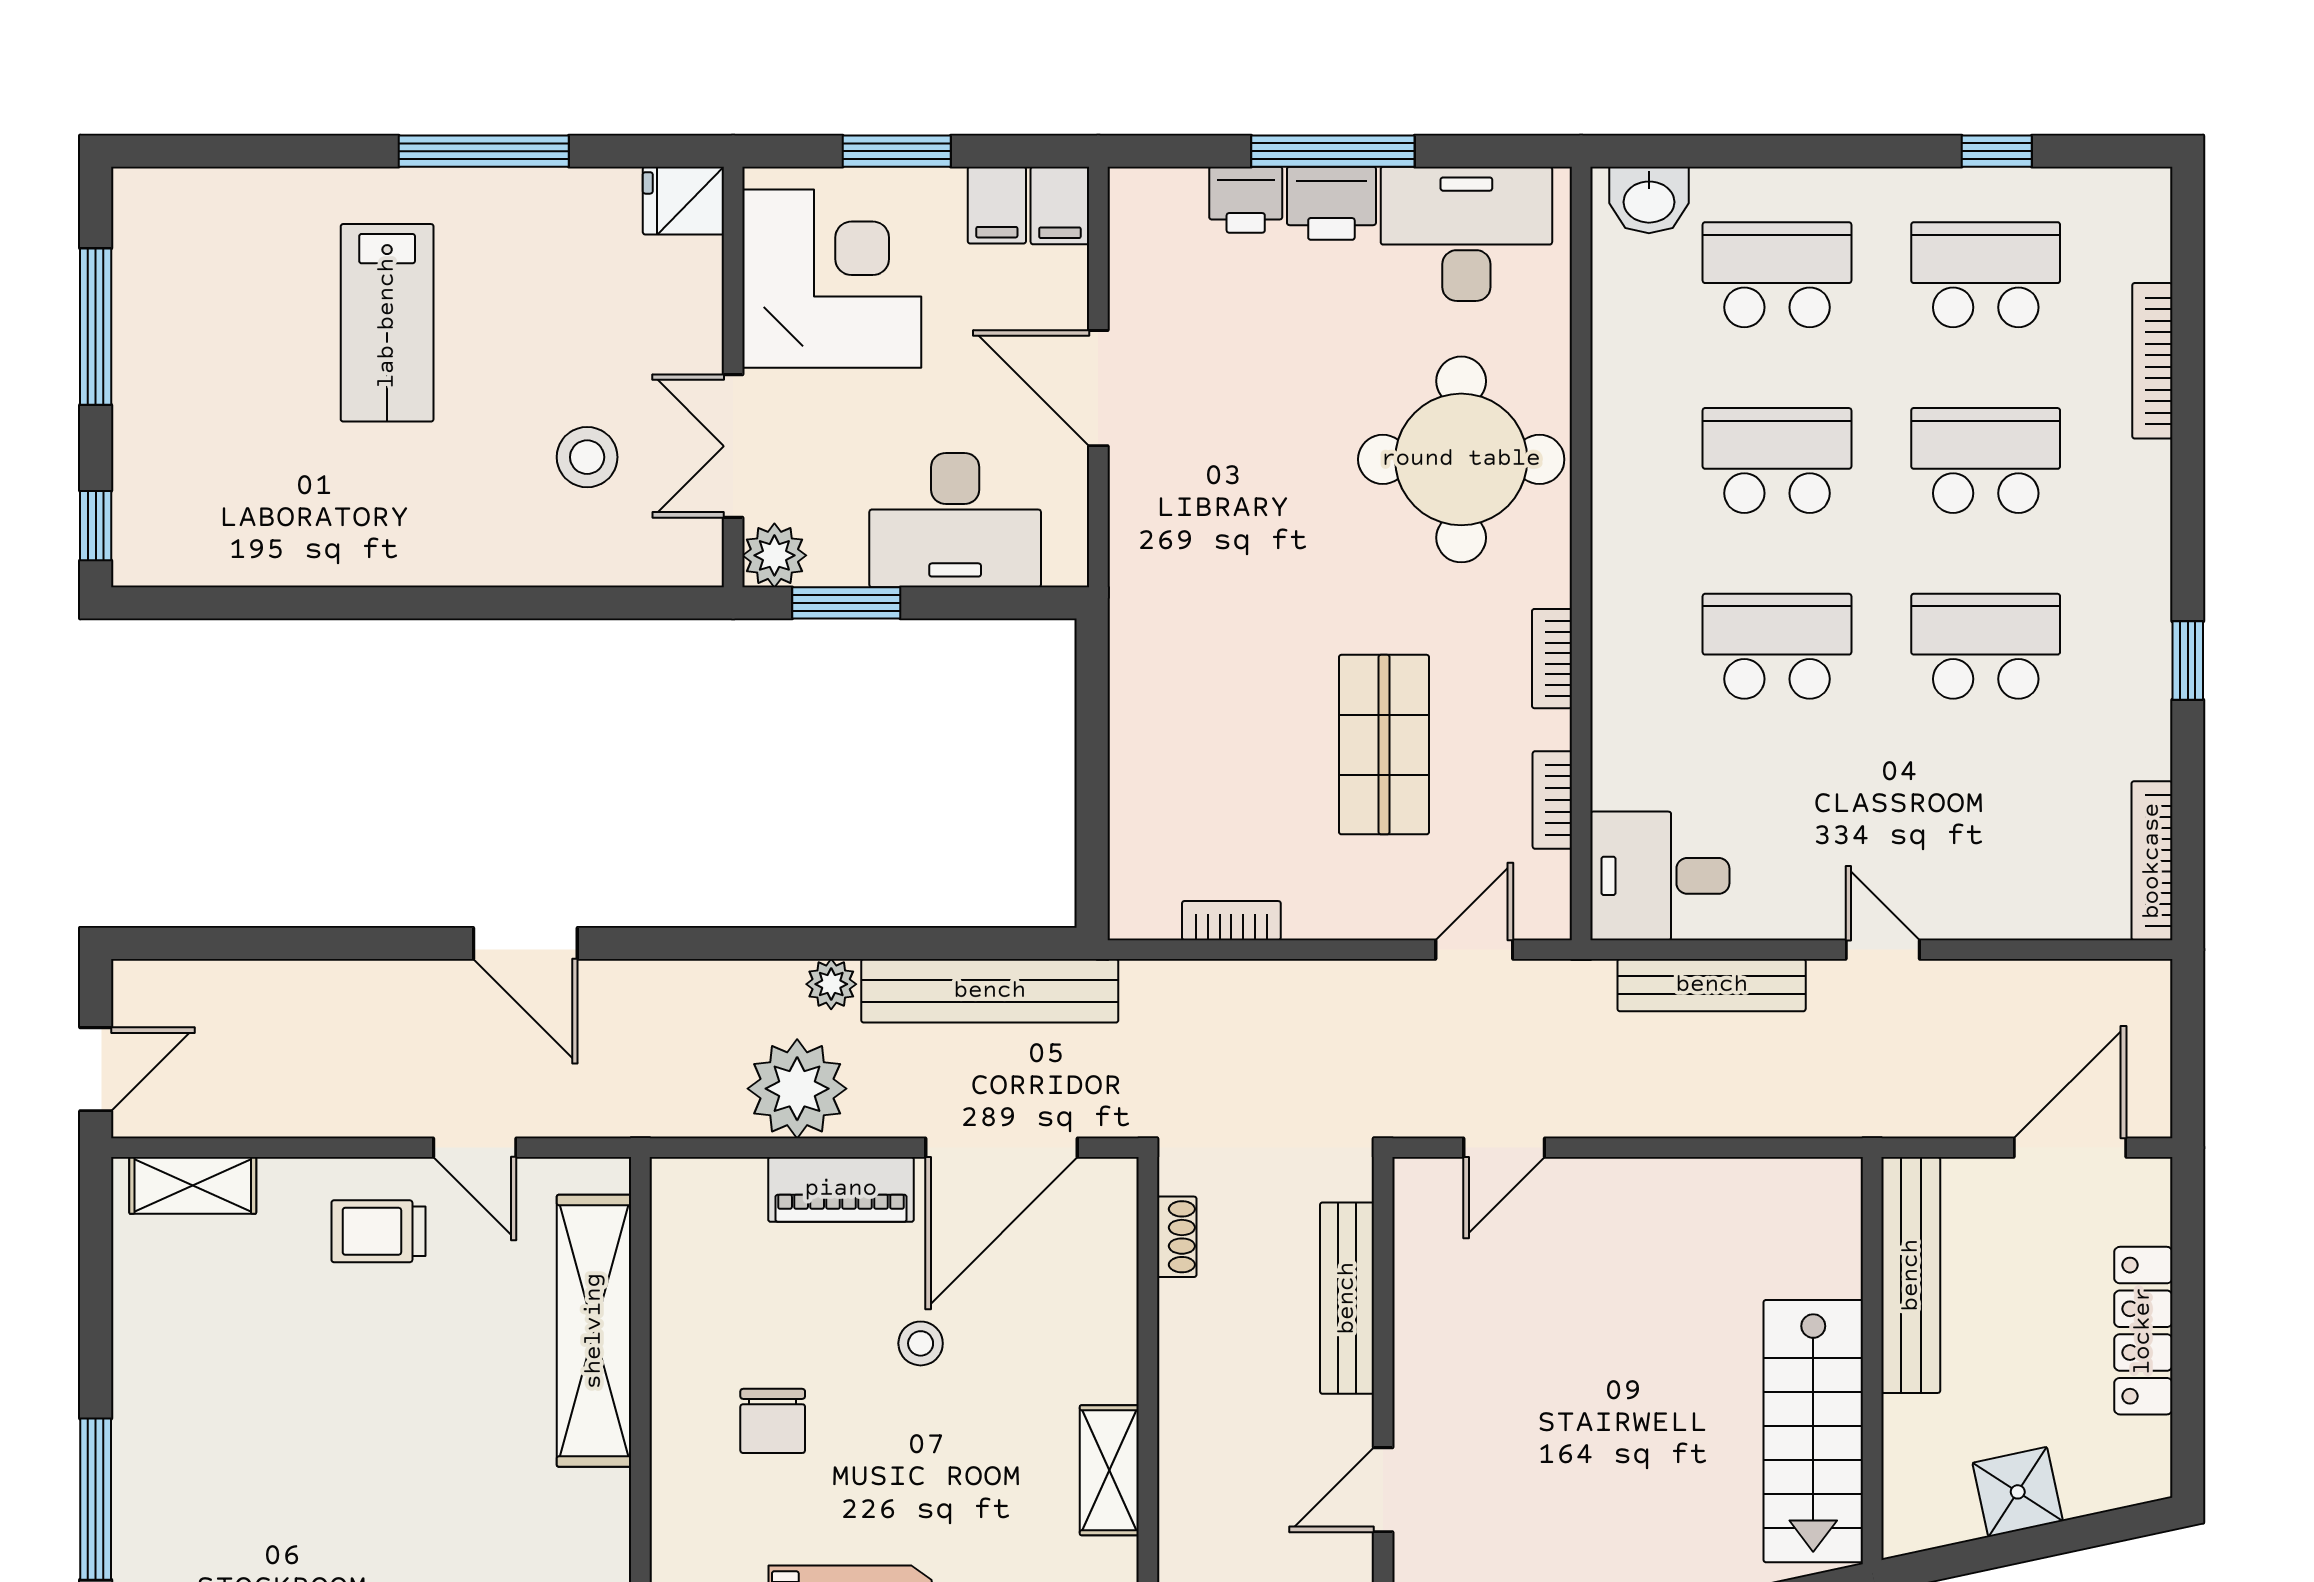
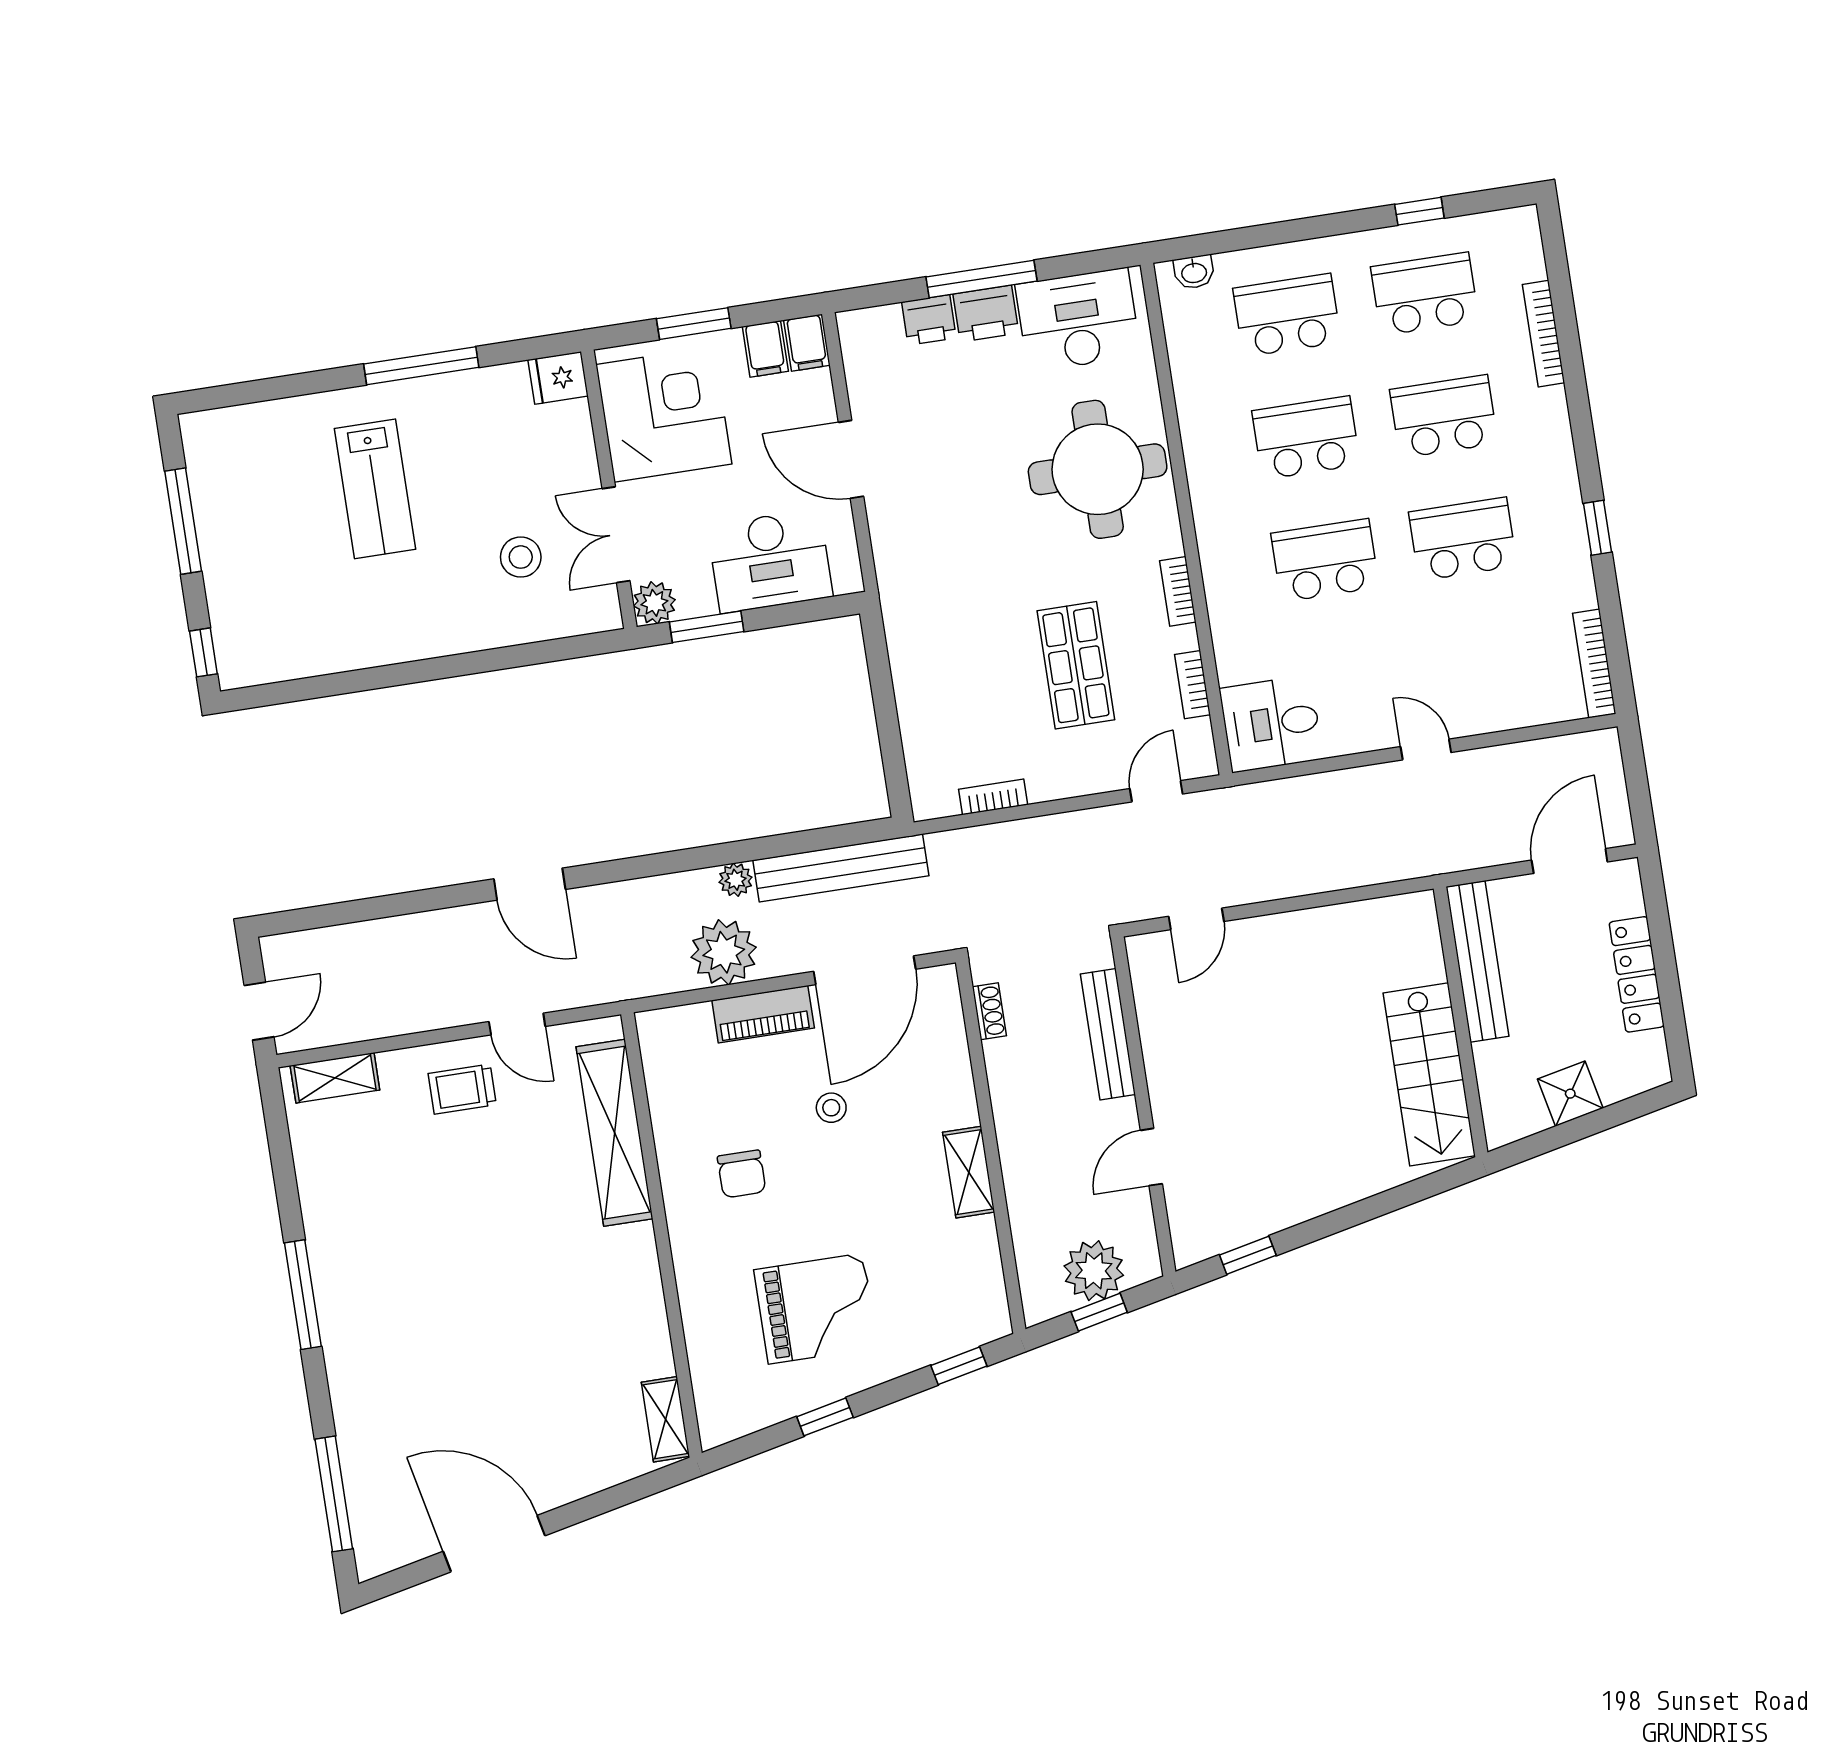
washbasin: (1649, 200) -> (1194, 272), width x0.72, depth x0.69
bench: (1712, 985) -> (1316, 791), removed

